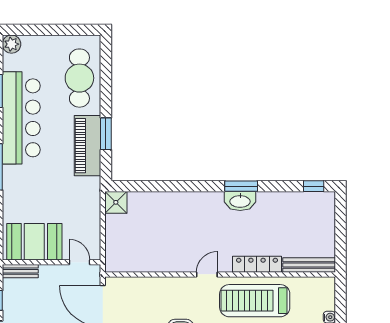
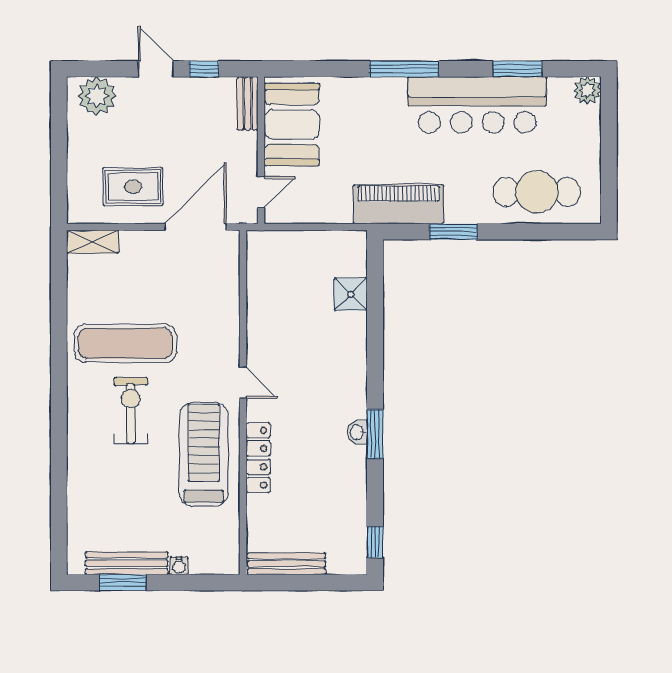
piano: (88, 146) -> (399, 204), moved
washbasin: (240, 201) -> (357, 432), width x0.52, depth x0.69
shower: (116, 202) -> (351, 294), moved
bench: (309, 265) -> (286, 564), moved, turned 90

